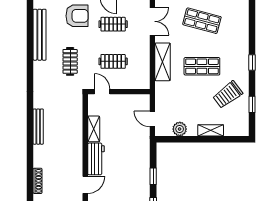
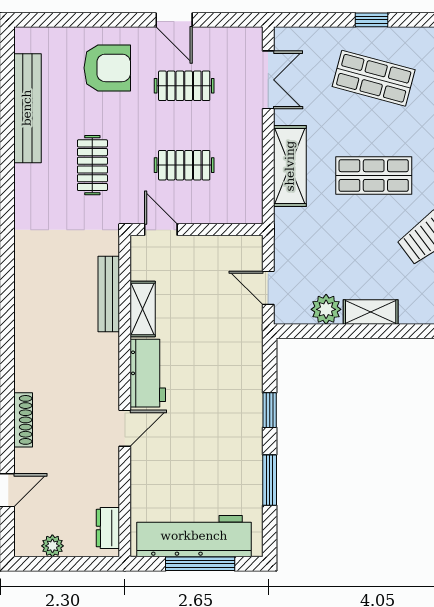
bench: (38, 127) -> (109, 294), moved
shelving: (211, 130) -> (371, 312), moved

